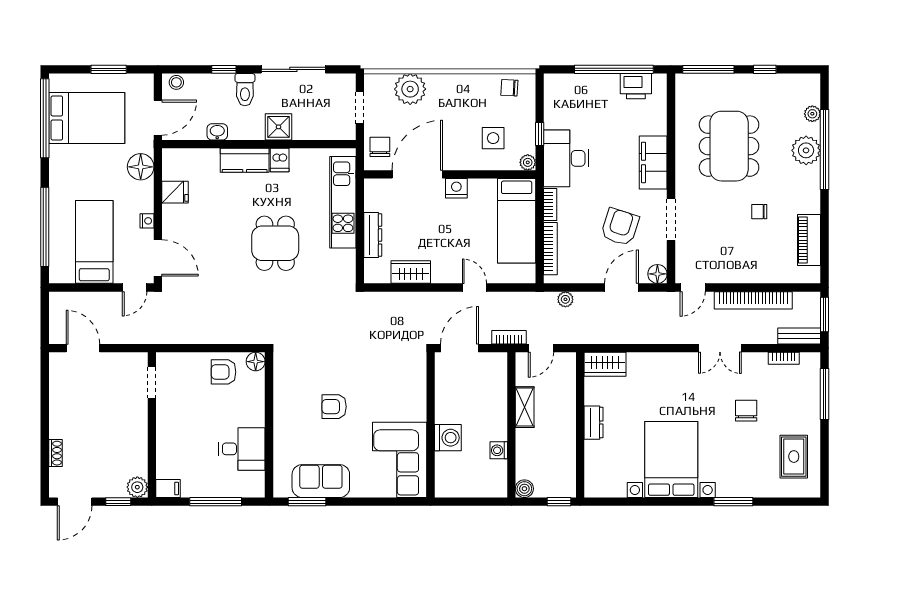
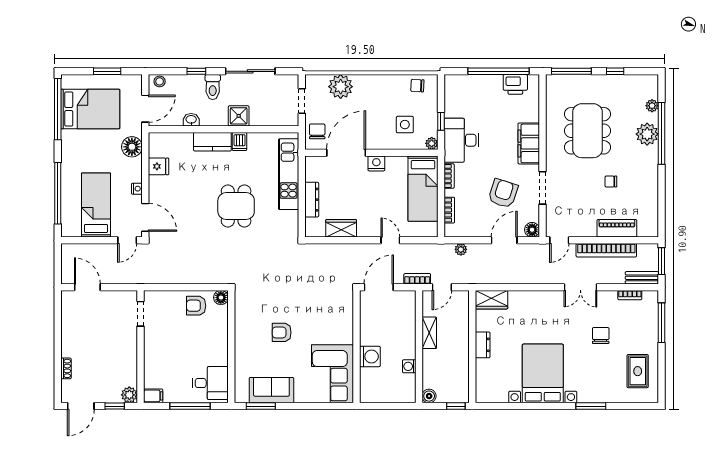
piano: (809, 240) -> (617, 228), moved, turned 90
bookcase: (550, 249) -> (449, 210), width x0.64
desk: (242, 449) -> (210, 383), moved

